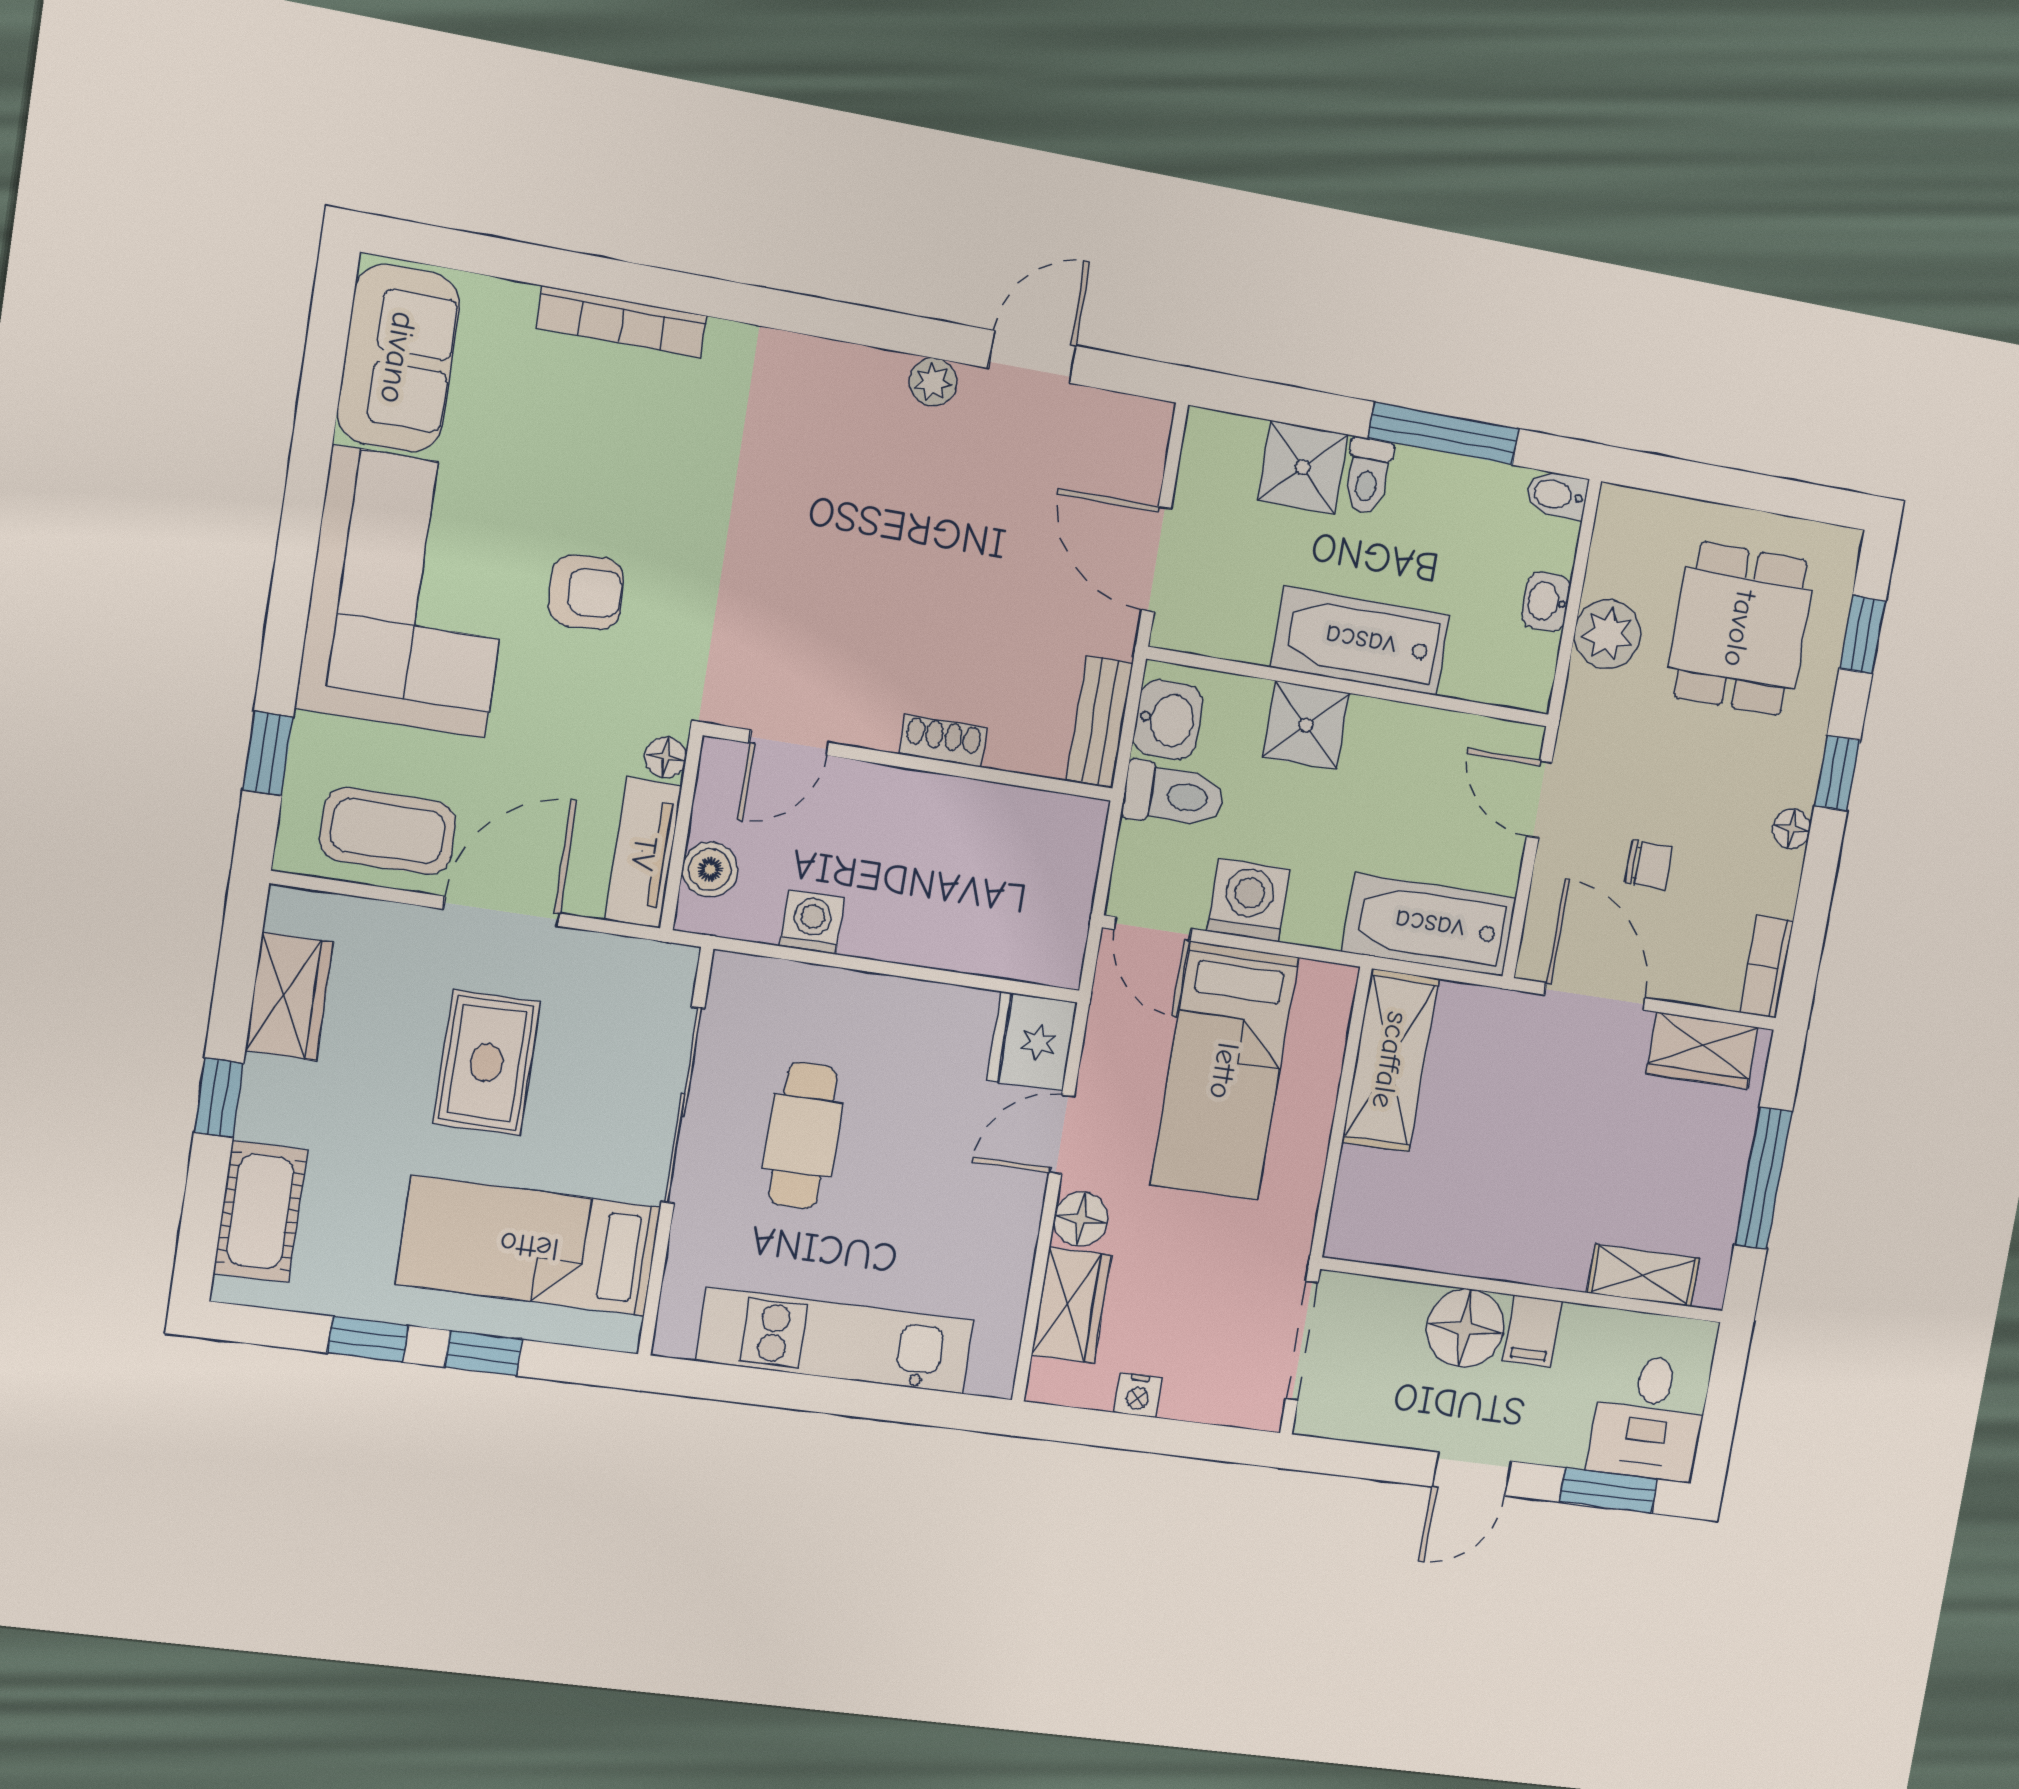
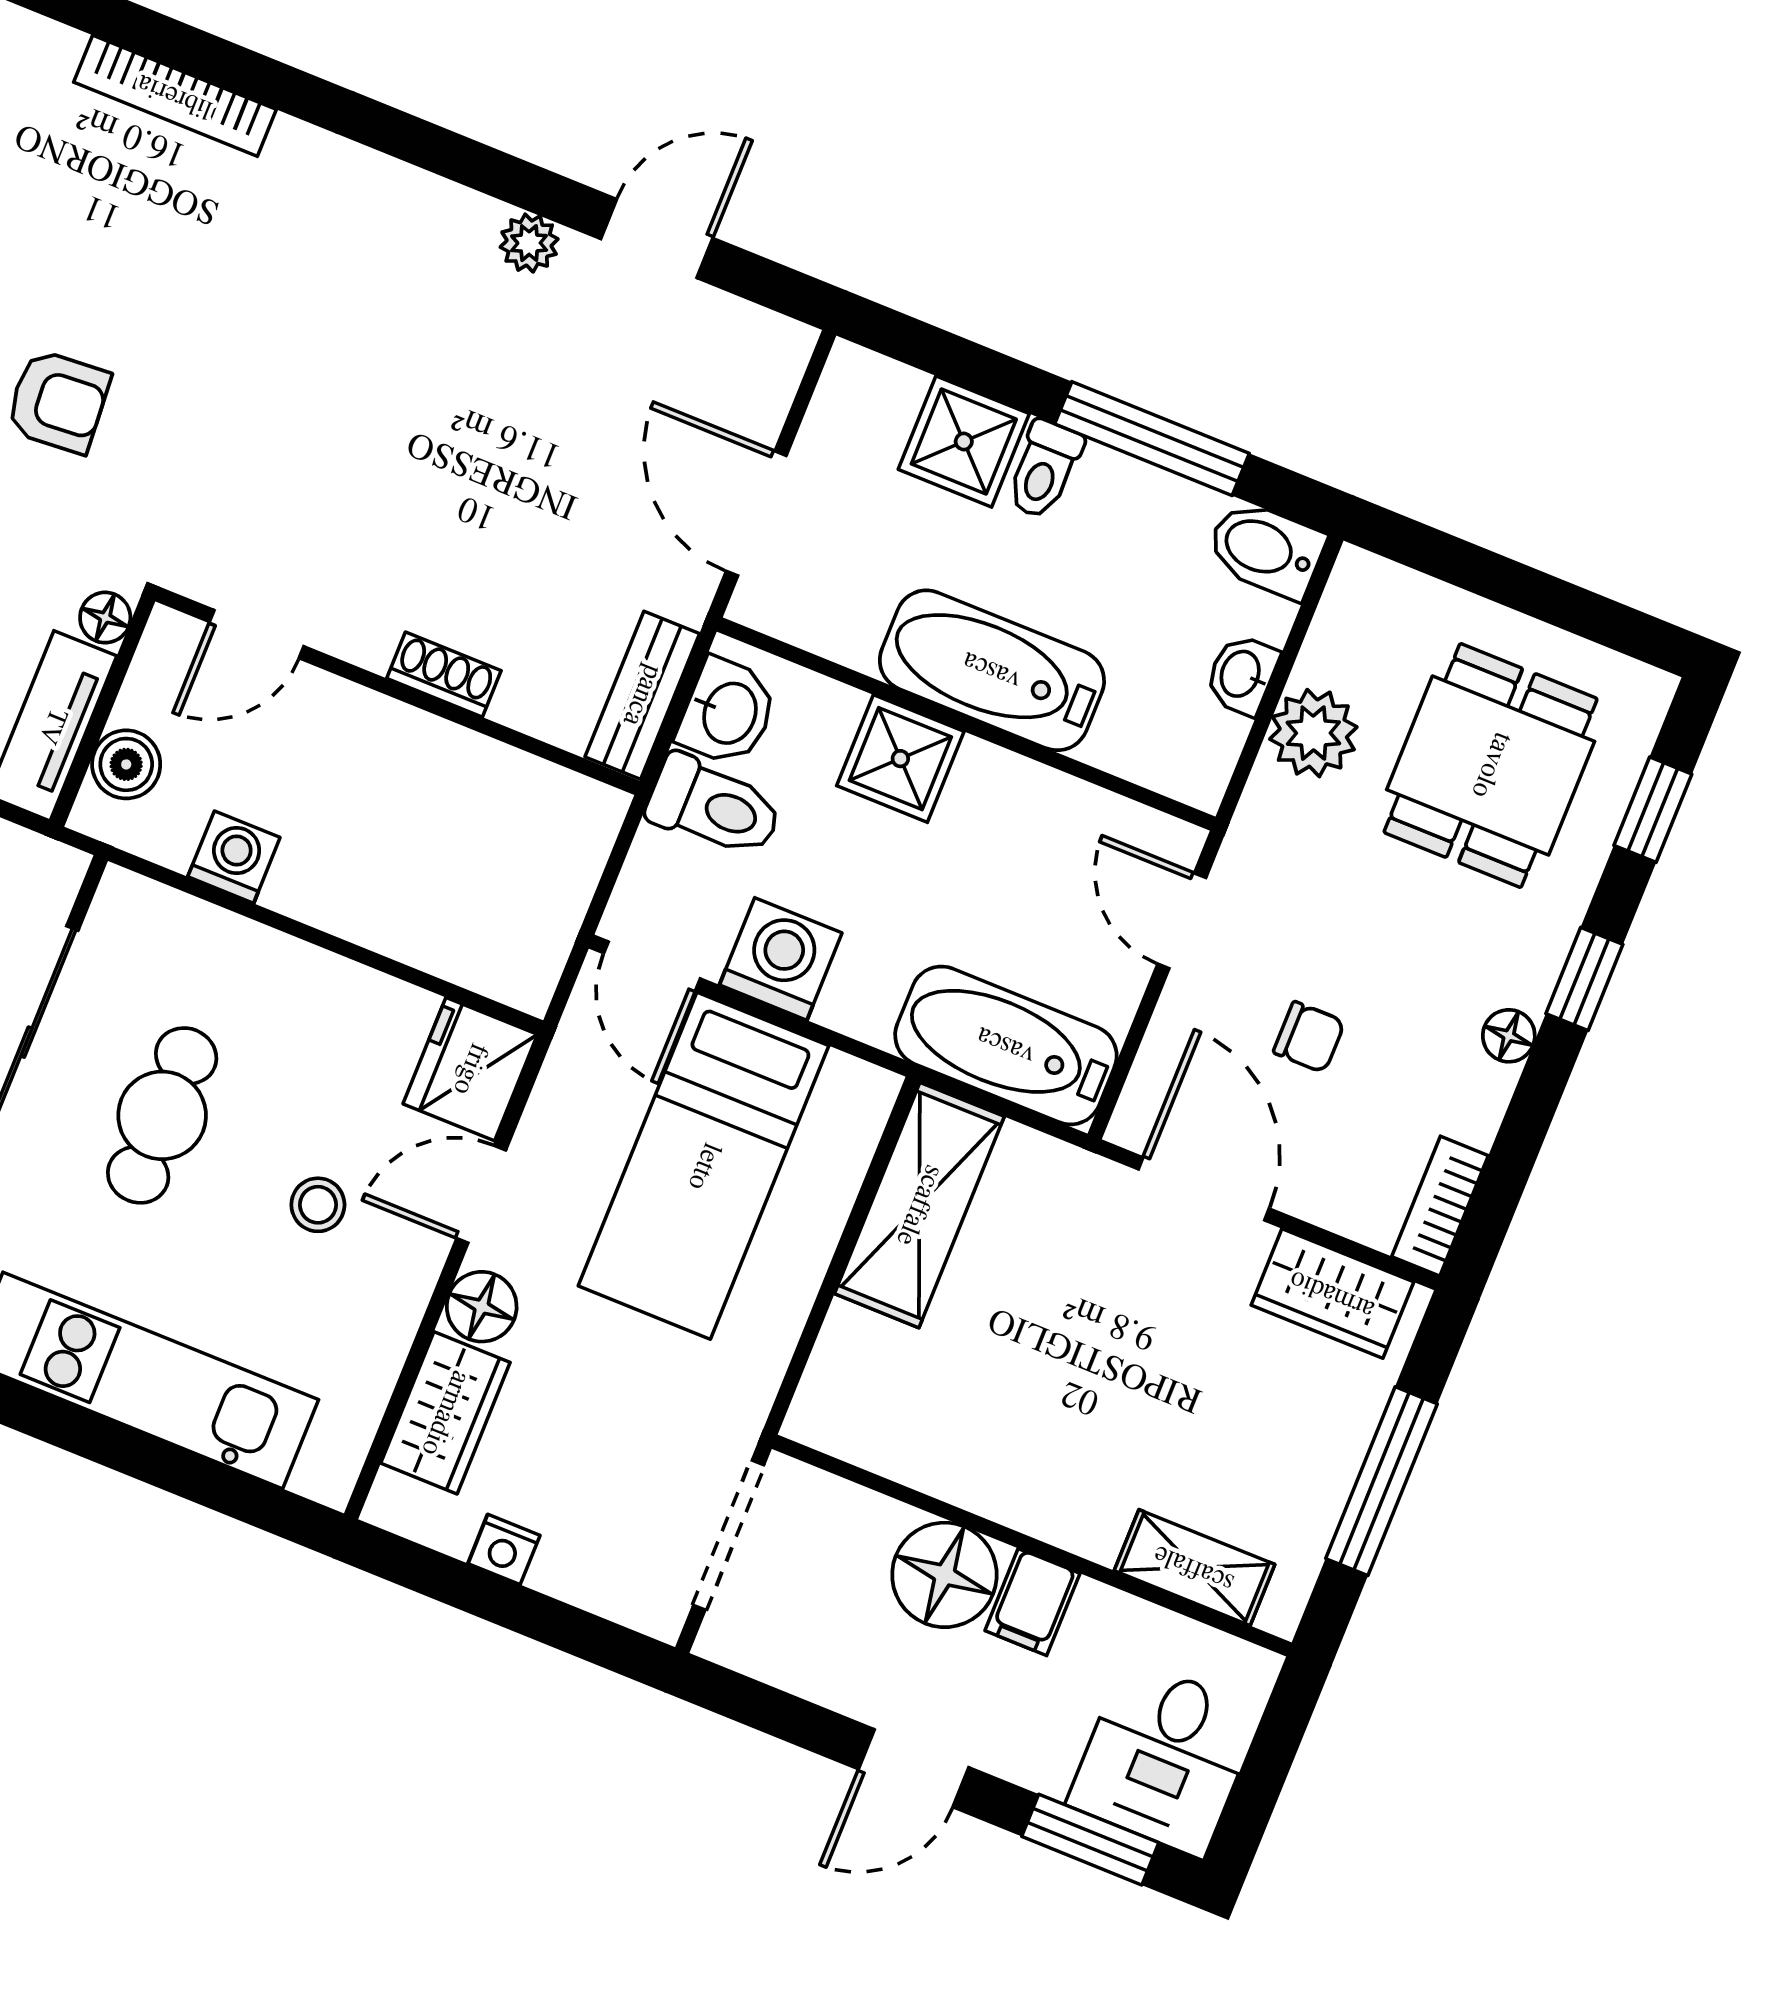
bidet: (1557, 495) -> (1266, 549), width x1.38, depth x1.36
stool: (939, 1174) -> (318, 1205), added

